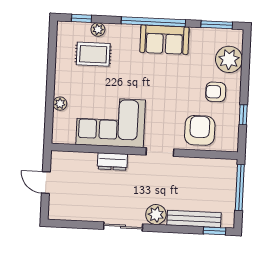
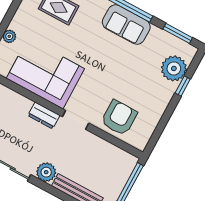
armchair: (216, 92) -> (149, 91), removed
window: (243, 115) -> (183, 86), moved
dresser: (112, 162) -> (44, 115), moved

